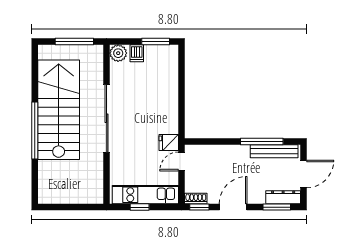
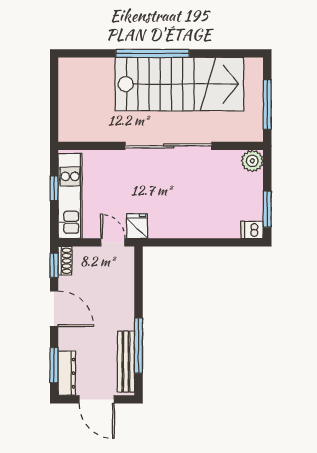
dishwasher: (137, 53) -> (252, 230), moved

